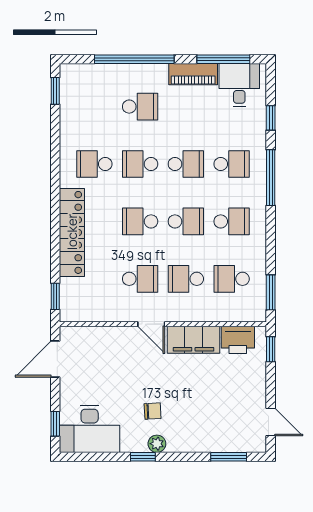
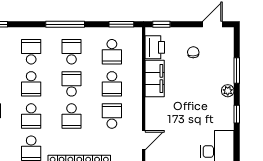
school desk: (186, 164) -> (31, 84), turned 180
window: (271, 178) -> (65, 24), moved
door: (151, 324) -> (144, 140), moved
chair: (153, 411) -> (193, 52), moved
plant: (157, 444) -> (228, 91), moved
window: (229, 457) -> (237, 71), moved

